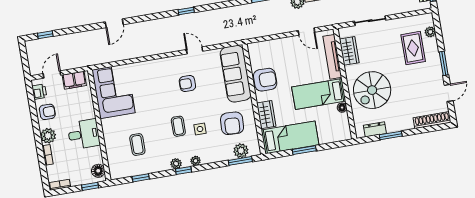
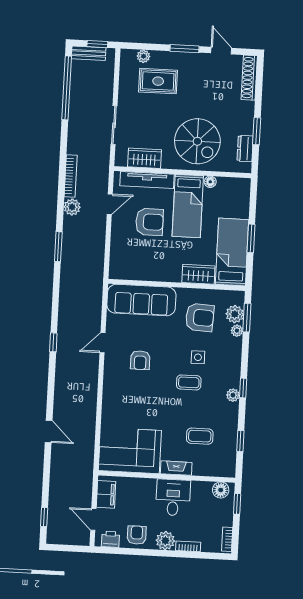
armchair: (265, 80) -> (149, 222), moved, turned 90
fireplace: (108, 131) -> (176, 468), added
plant: (196, 161) -> (237, 331), moved

